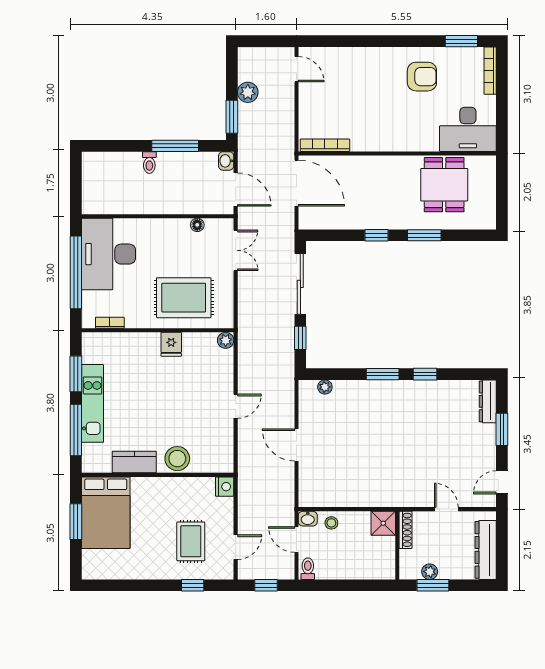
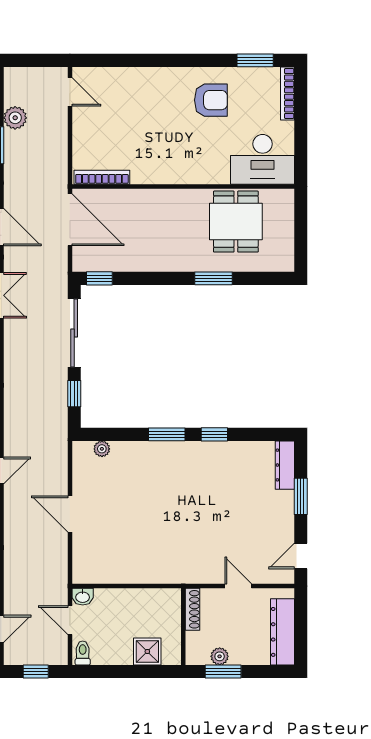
window: (376, 235) -> (99, 278), moved
stool: (331, 523) -> (109, 602), removed
shower: (383, 523) -> (147, 652), moved

